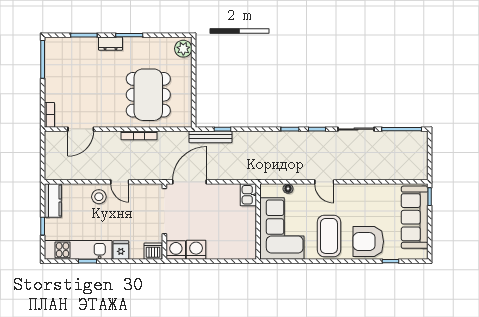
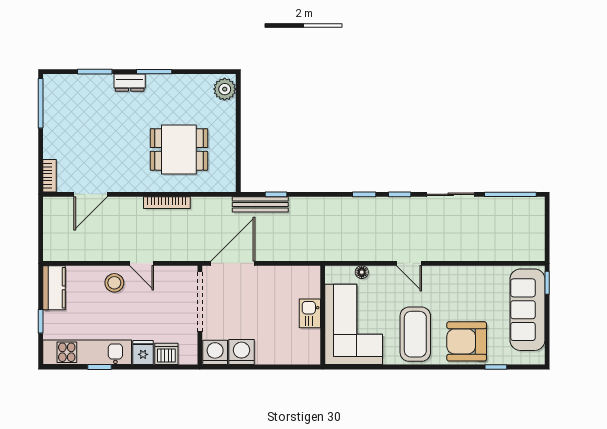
dining table: (148, 95) -> (179, 149), width x0.73
kitchen sink: (248, 195) -> (310, 313), moved
dishwasher: (153, 251) -> (166, 354), moved

